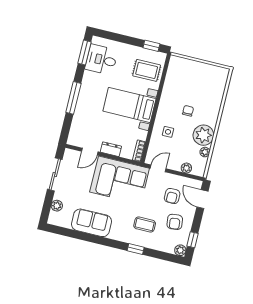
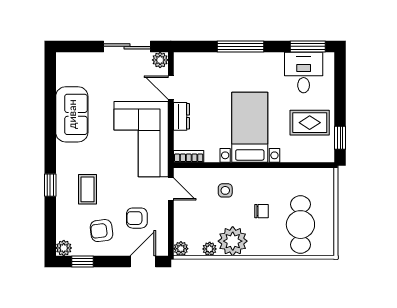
rug: (147, 70) -> (310, 123), moved, turned 90
cafe table: (203, 87) -> (300, 225), added
plant: (186, 168) -> (181, 249), moved
plant: (57, 206) -> (160, 60), moved

